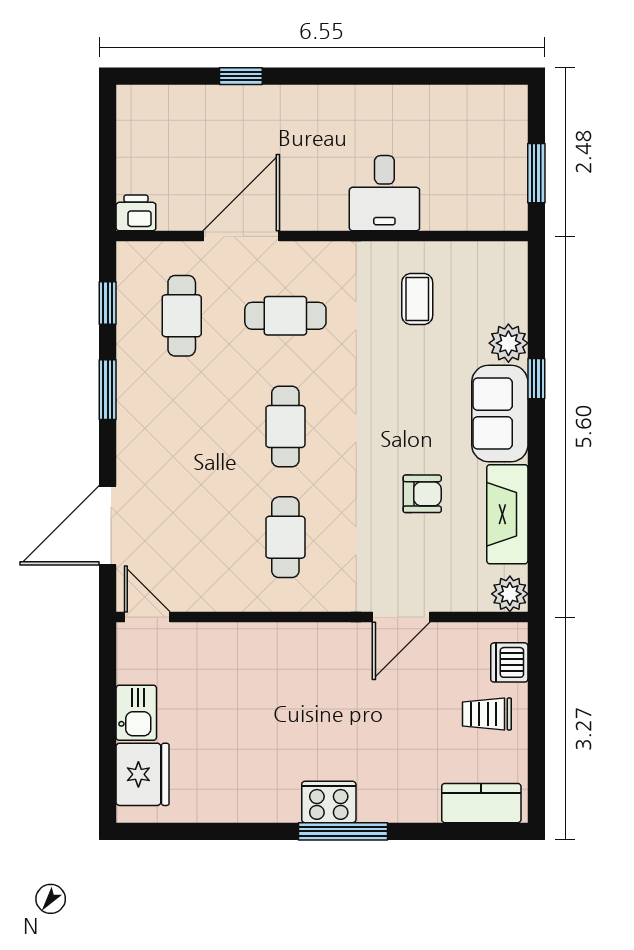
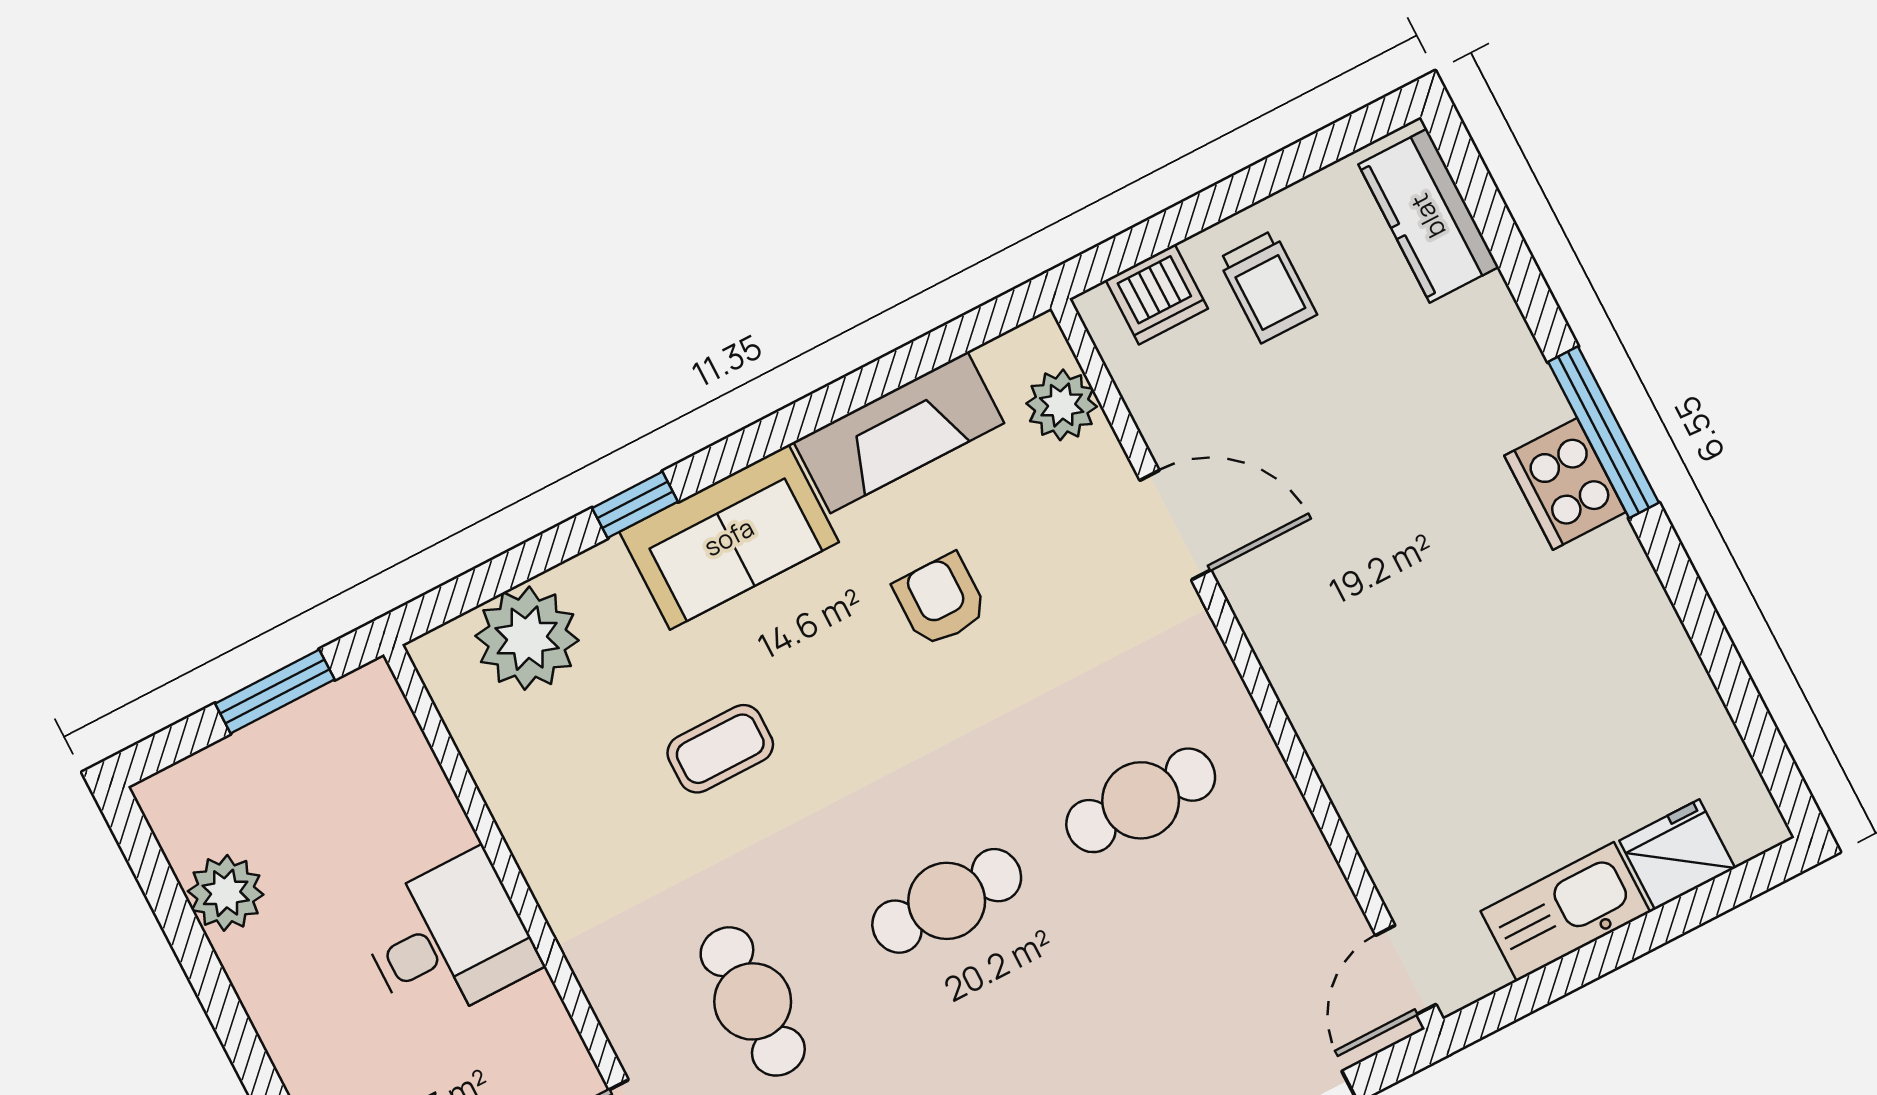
plant: (457, 104) -> (226, 893), added
coffee table: (417, 299) -> (720, 749), moved
plant: (508, 343) -> (527, 638), moved, width x1.36, depth x1.36
plant: (510, 594) -> (1062, 405), moved
kitchen sink: (136, 713) -> (1565, 912), width x1.38
fridge: (143, 774) -> (1677, 854), width x0.73, depth x0.75

